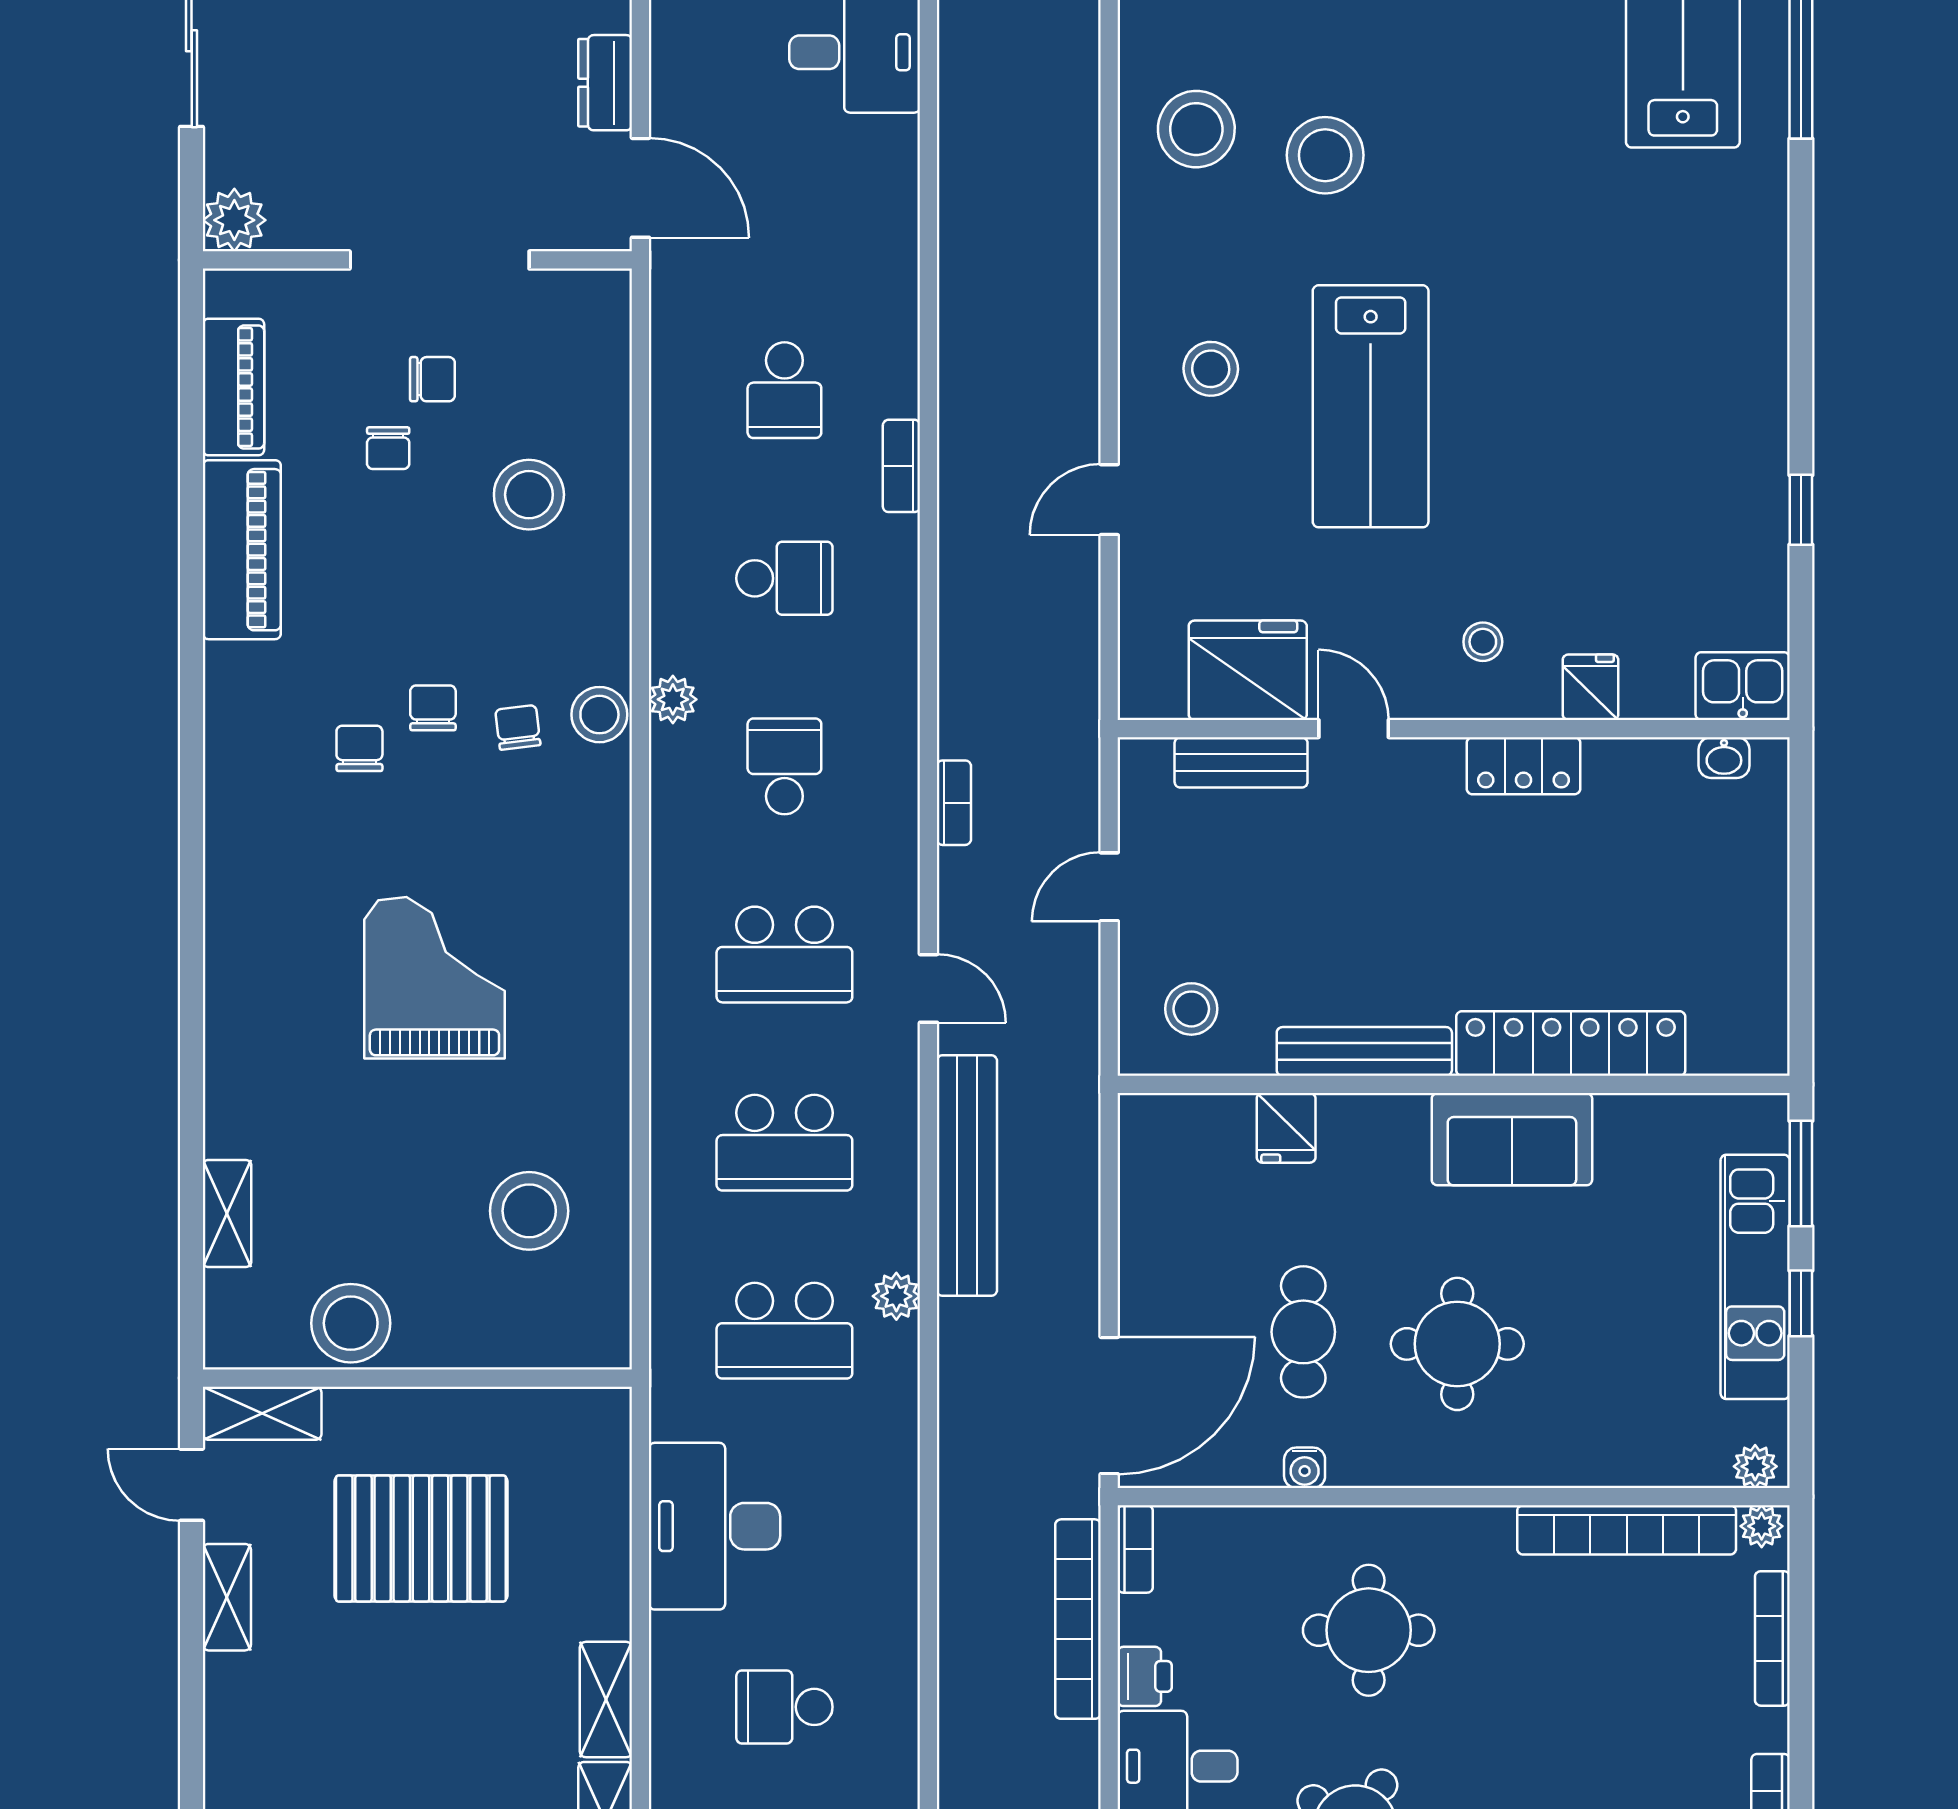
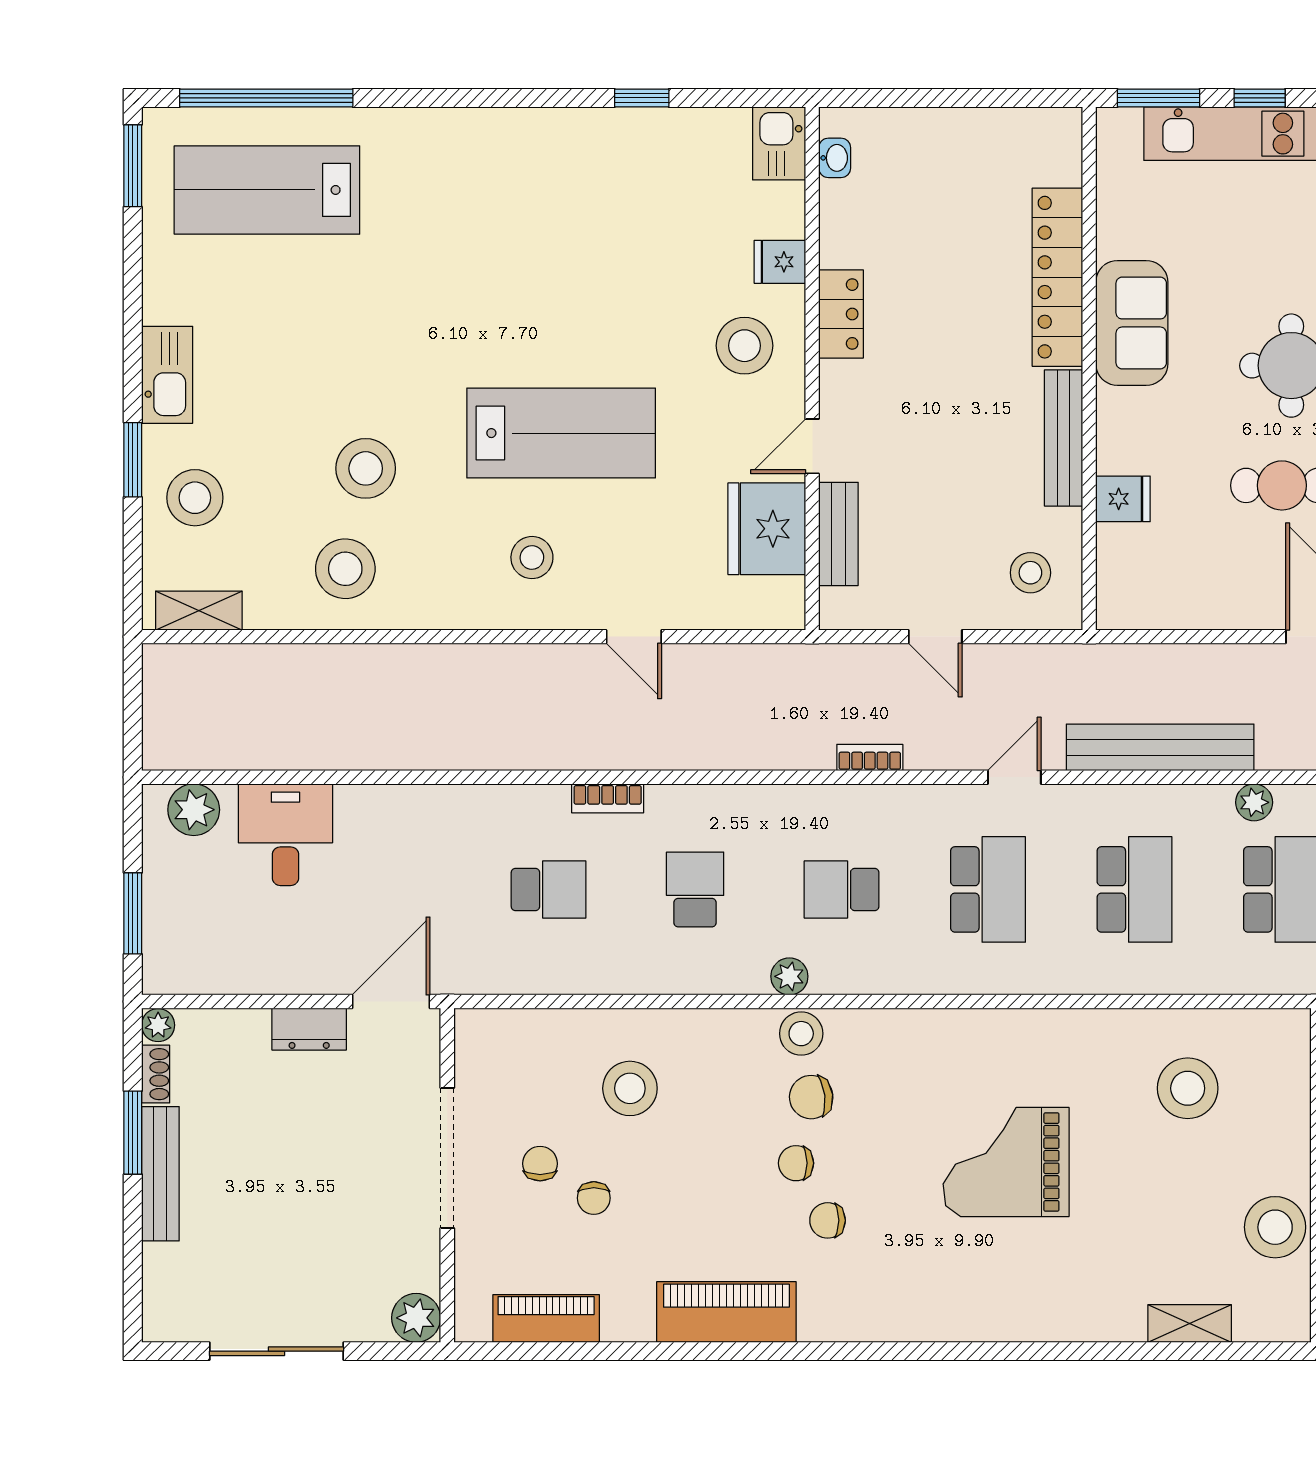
chair: (388, 448) -> (594, 1198), turned 90
piano: (242, 550) -> (726, 1312), moved
stool: (1483, 642) -> (744, 346), width x1.89, depth x1.89
chair: (518, 727) -> (811, 1097), width x1.37, depth x1.37

